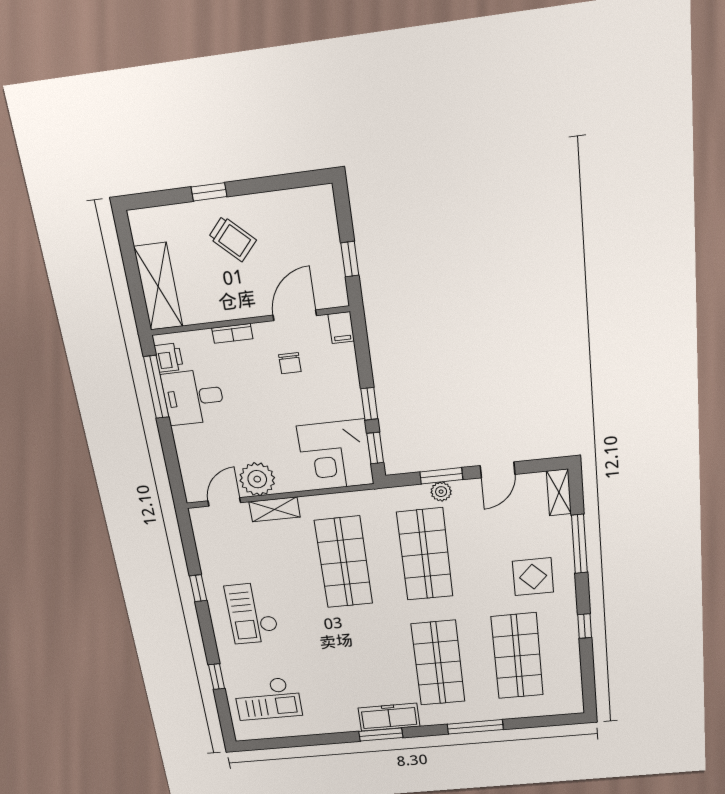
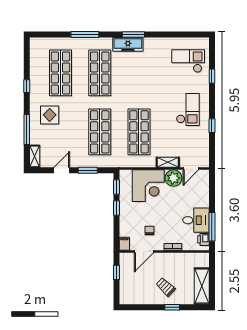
shelving: (158, 287) -> (202, 286), moved
corner desk: (335, 455) -> (148, 186), moved, turned 90
plant: (441, 492) -> (89, 163), removed

